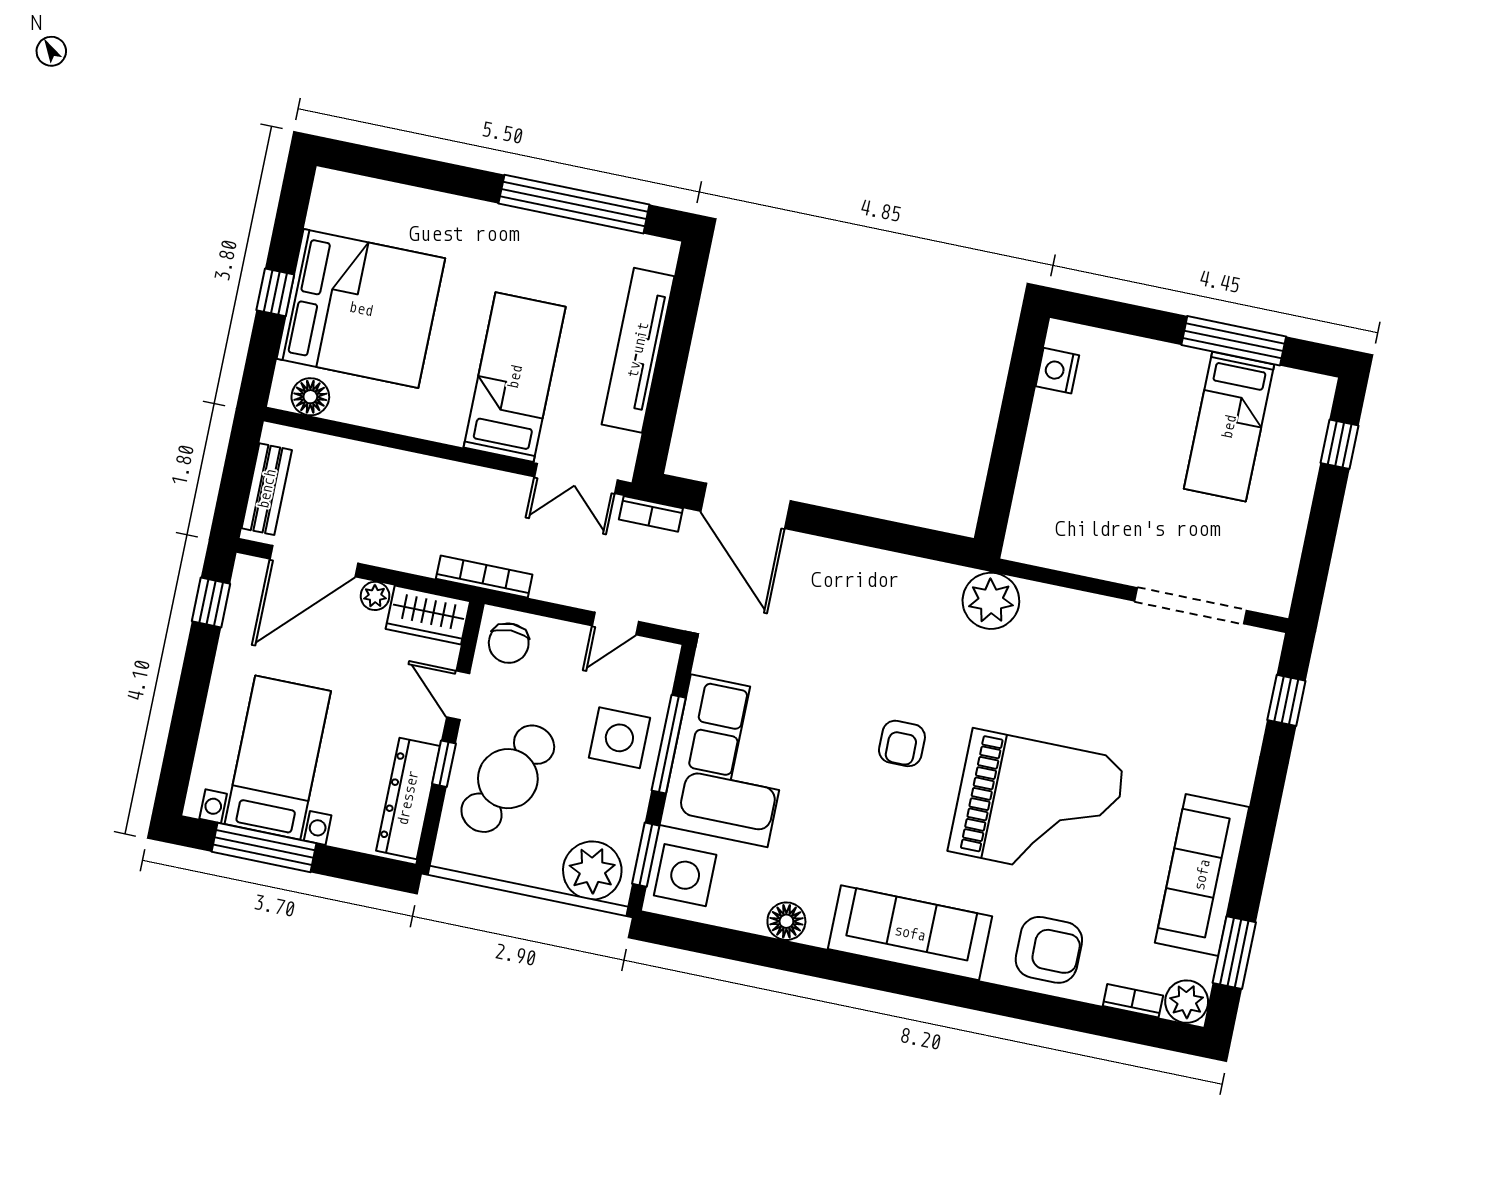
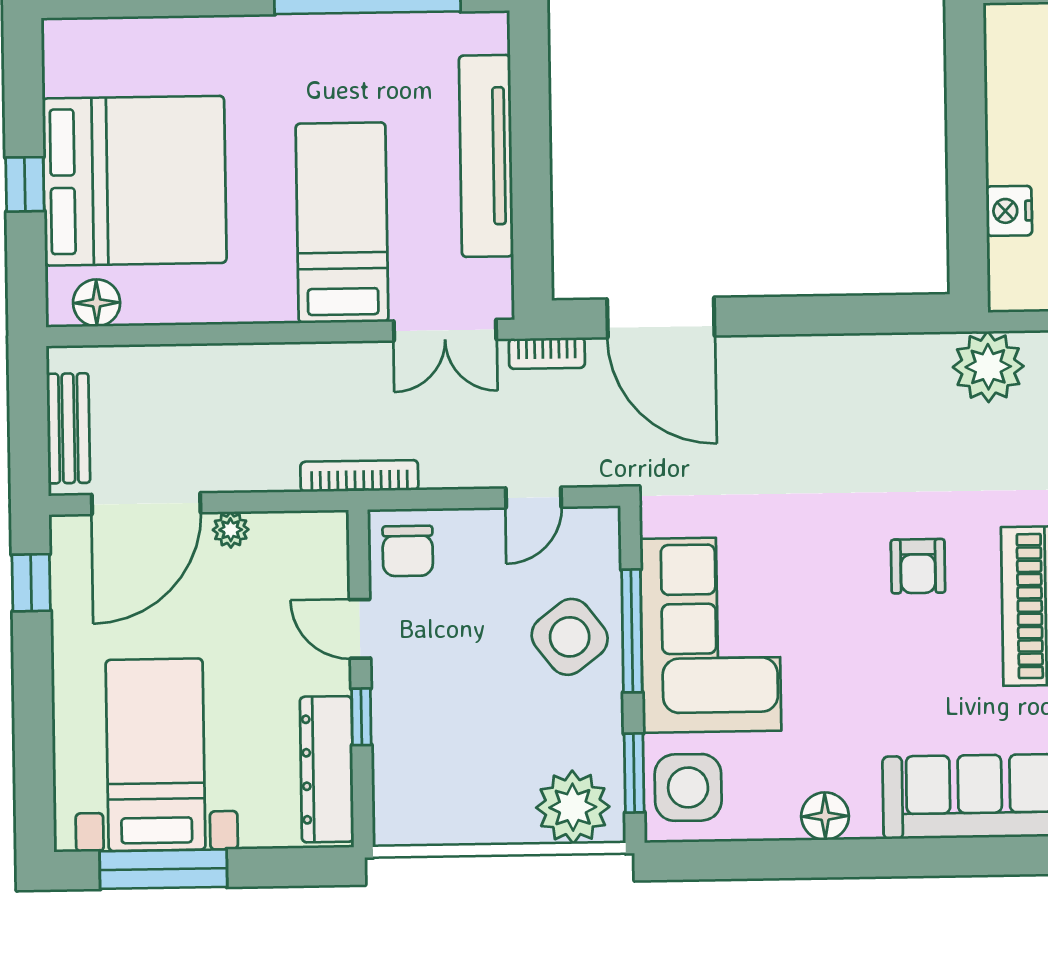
nightstand: (1057, 371) -> (1009, 211), moved
wardrobe: (428, 615) -> (301, 539), removed
side table: (619, 738) -> (570, 637), turned -38
cafe table: (508, 779) -> (444, 718), removed

